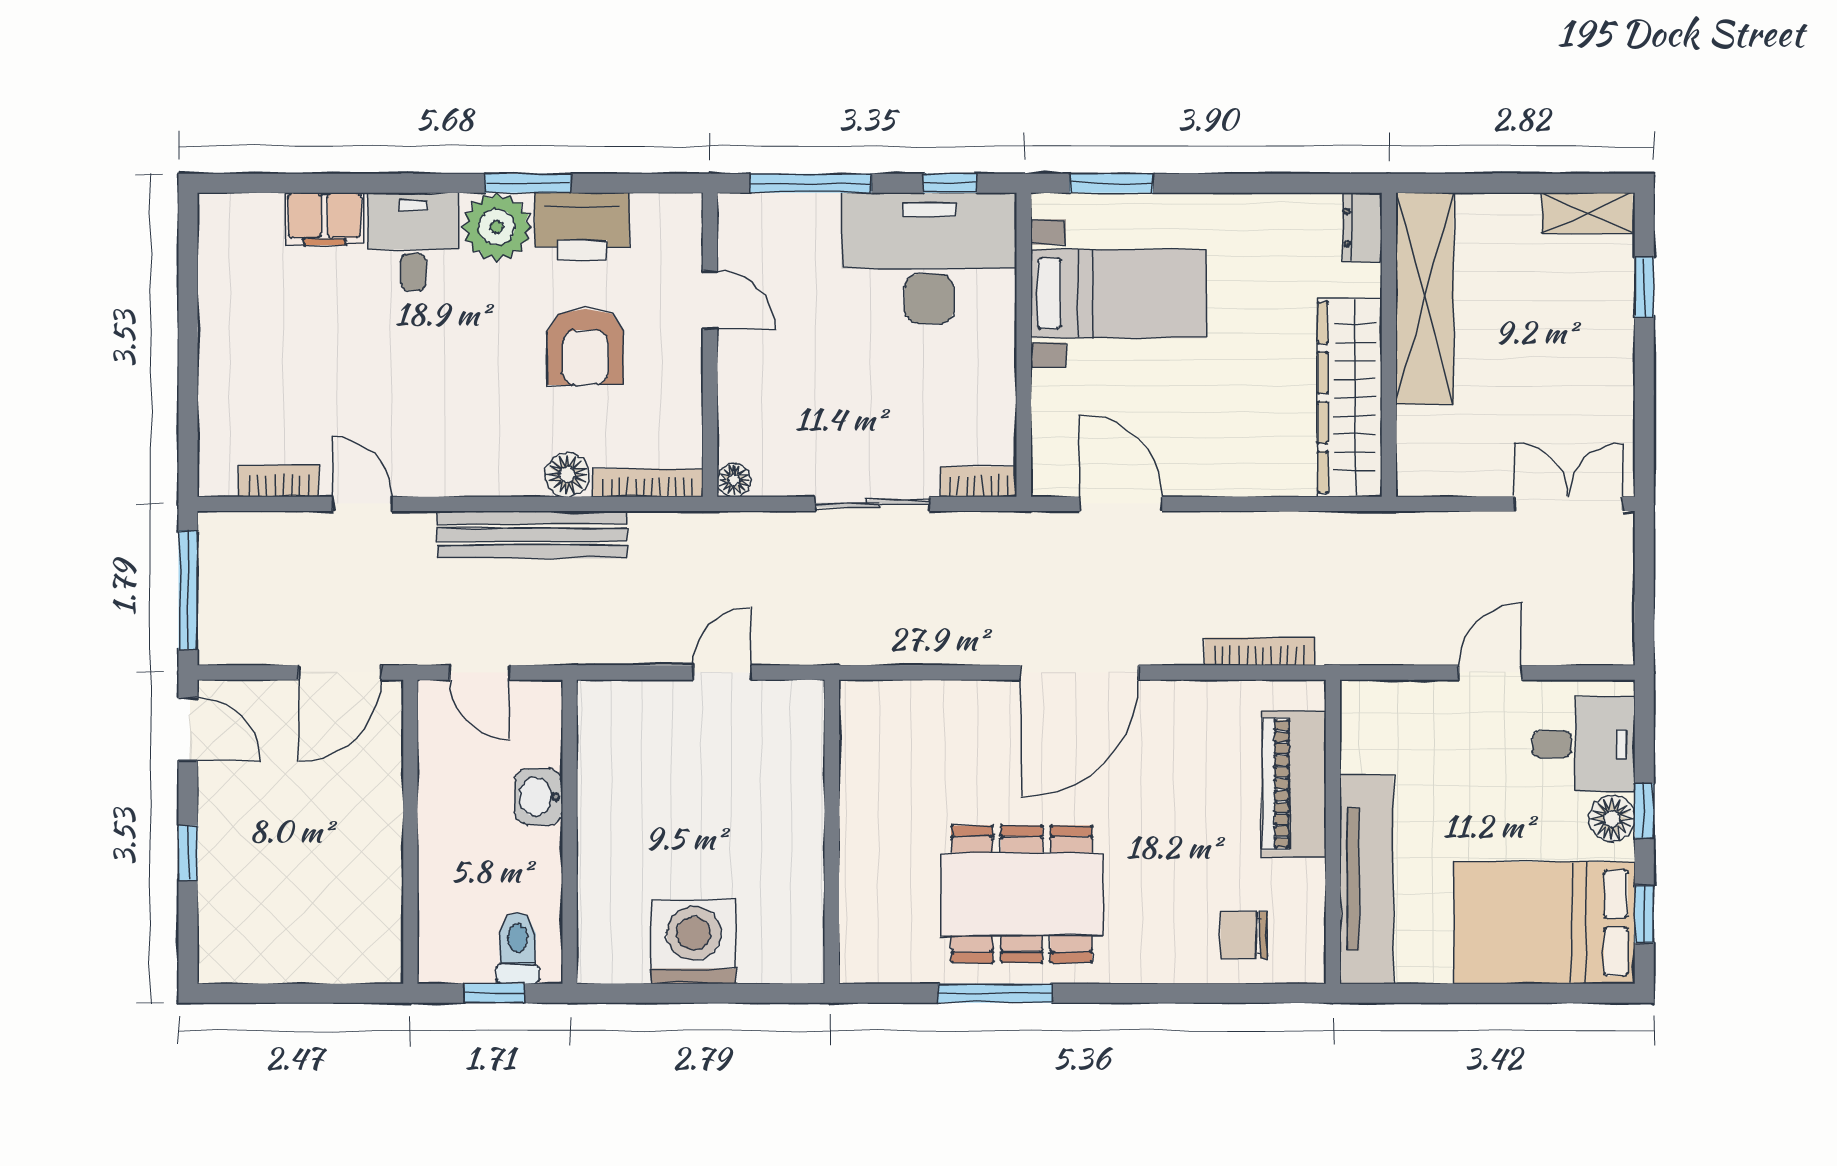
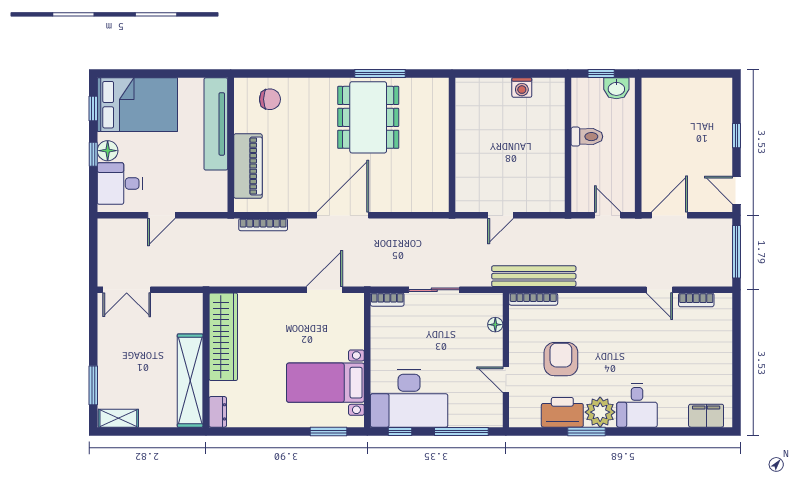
filing cabinet: (325, 219) -> (706, 416), moved
window: (1644, 287) -> (93, 385), width x1.50
floor lamp: (567, 475) -> (569, 303), removed
floor lamp: (734, 480) -> (495, 325), moved
door: (1121, 504) -> (324, 290), swing flipped
bench: (532, 535) -> (534, 276), moved
washbasin: (538, 797) -> (616, 88), moved, turned 90
dining table: (1022, 894) -> (368, 117), turned 90
washing machine: (694, 942) -> (522, 88), width x0.53, depth x0.53
toilet: (518, 948) -> (587, 137), moved, turned -90

